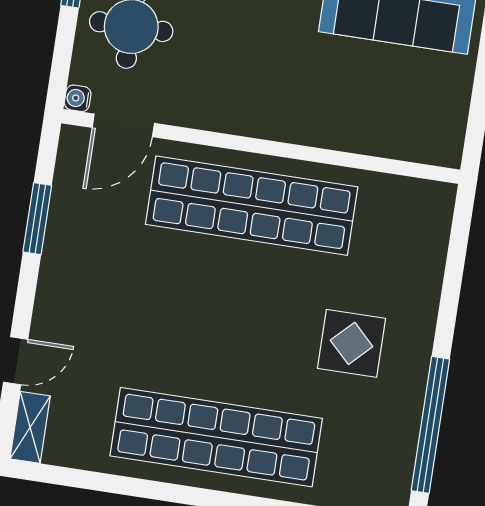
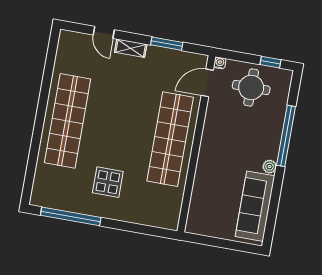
door: (123, 125) -> (207, 83), hinge flipped
shelving: (30, 427) -> (131, 48), moved

